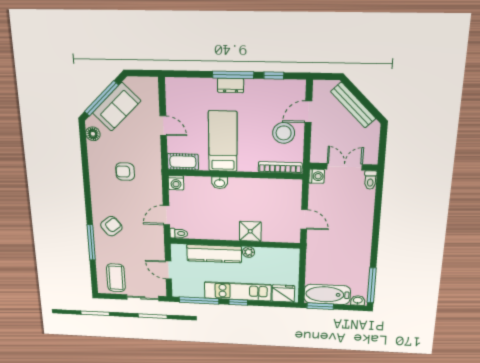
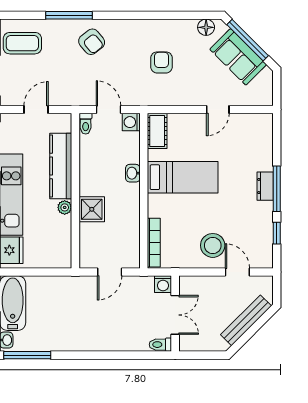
bed: (223, 141) -> (183, 177), moved
cot: (183, 162) -> (157, 131), moved
bookcase: (280, 167) -> (154, 243), moved
wall: (235, 174) -> (144, 191), moved
washing machine: (176, 183) -> (131, 122), moved
washbasin: (220, 183) -> (133, 173), moved

